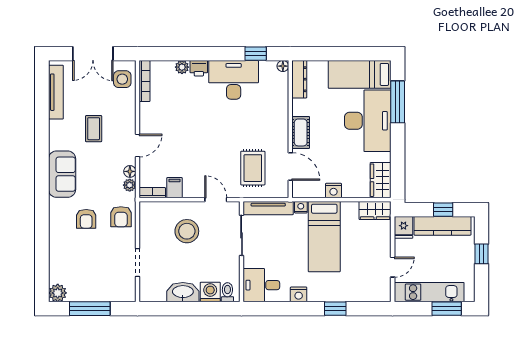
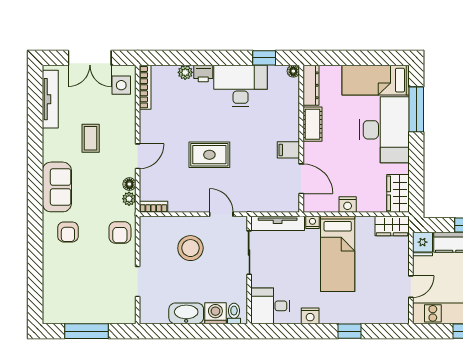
cot: (301, 132) -> (312, 124), moved
rug: (253, 168) -> (209, 155), moved, turned 90
filing cabinet: (174, 188) -> (288, 150), moved, turned -90
armchair: (86, 219) -> (68, 232), moved
plant: (58, 293) -> (52, 314), removed

